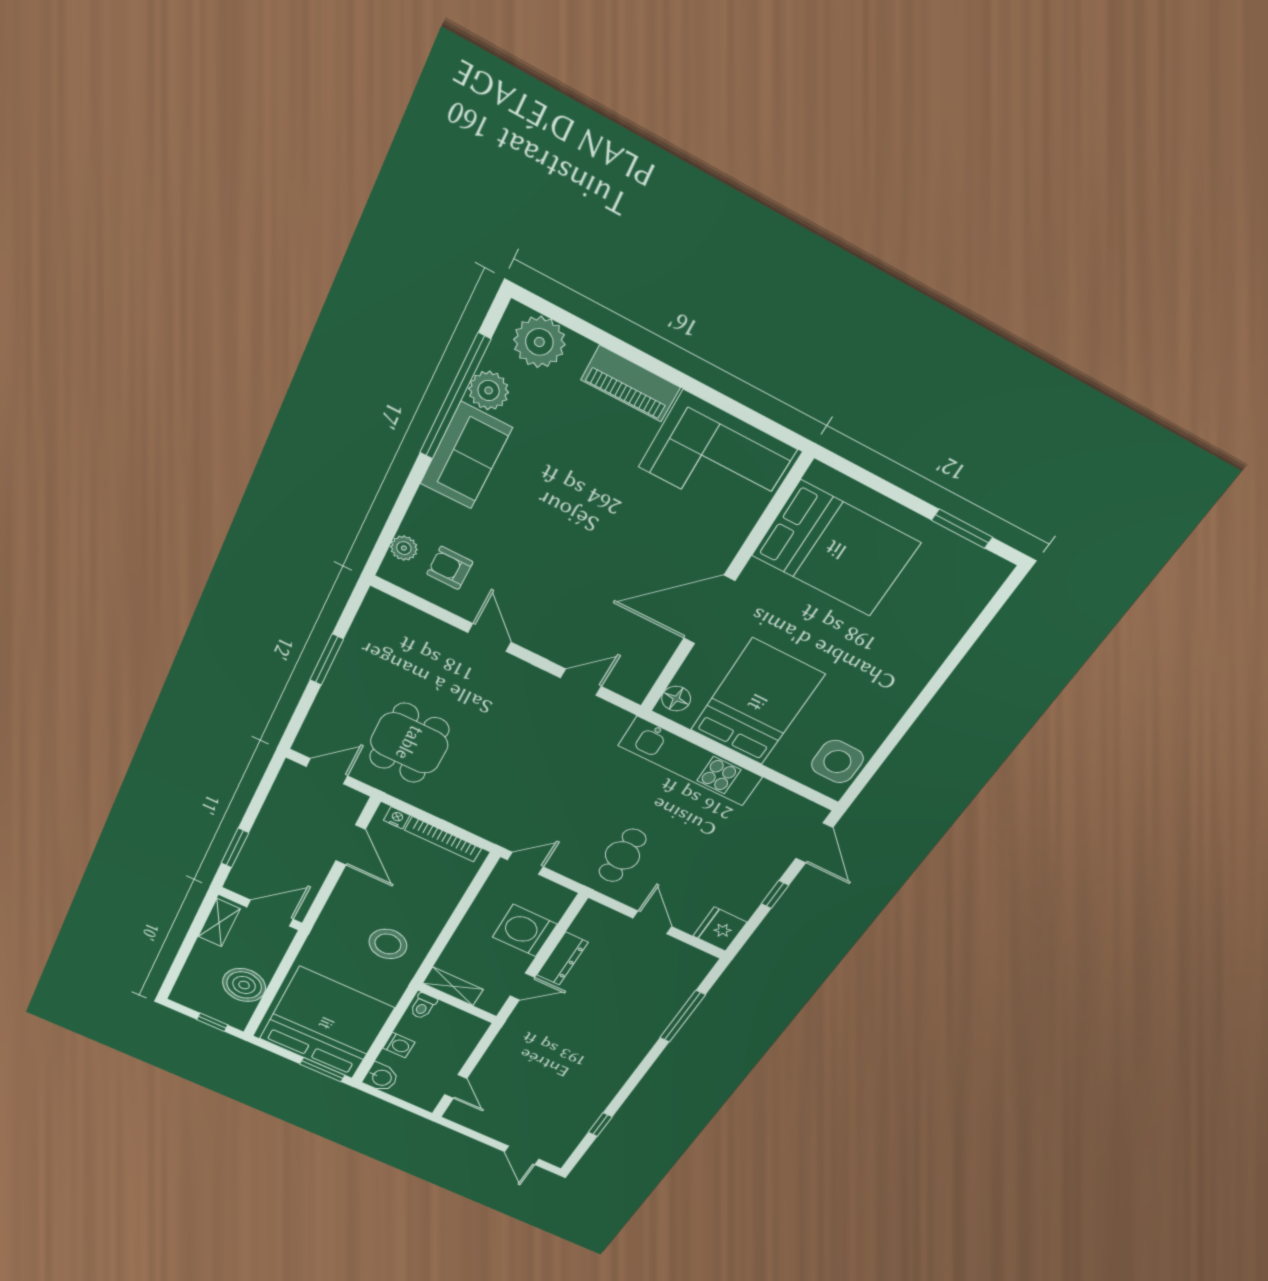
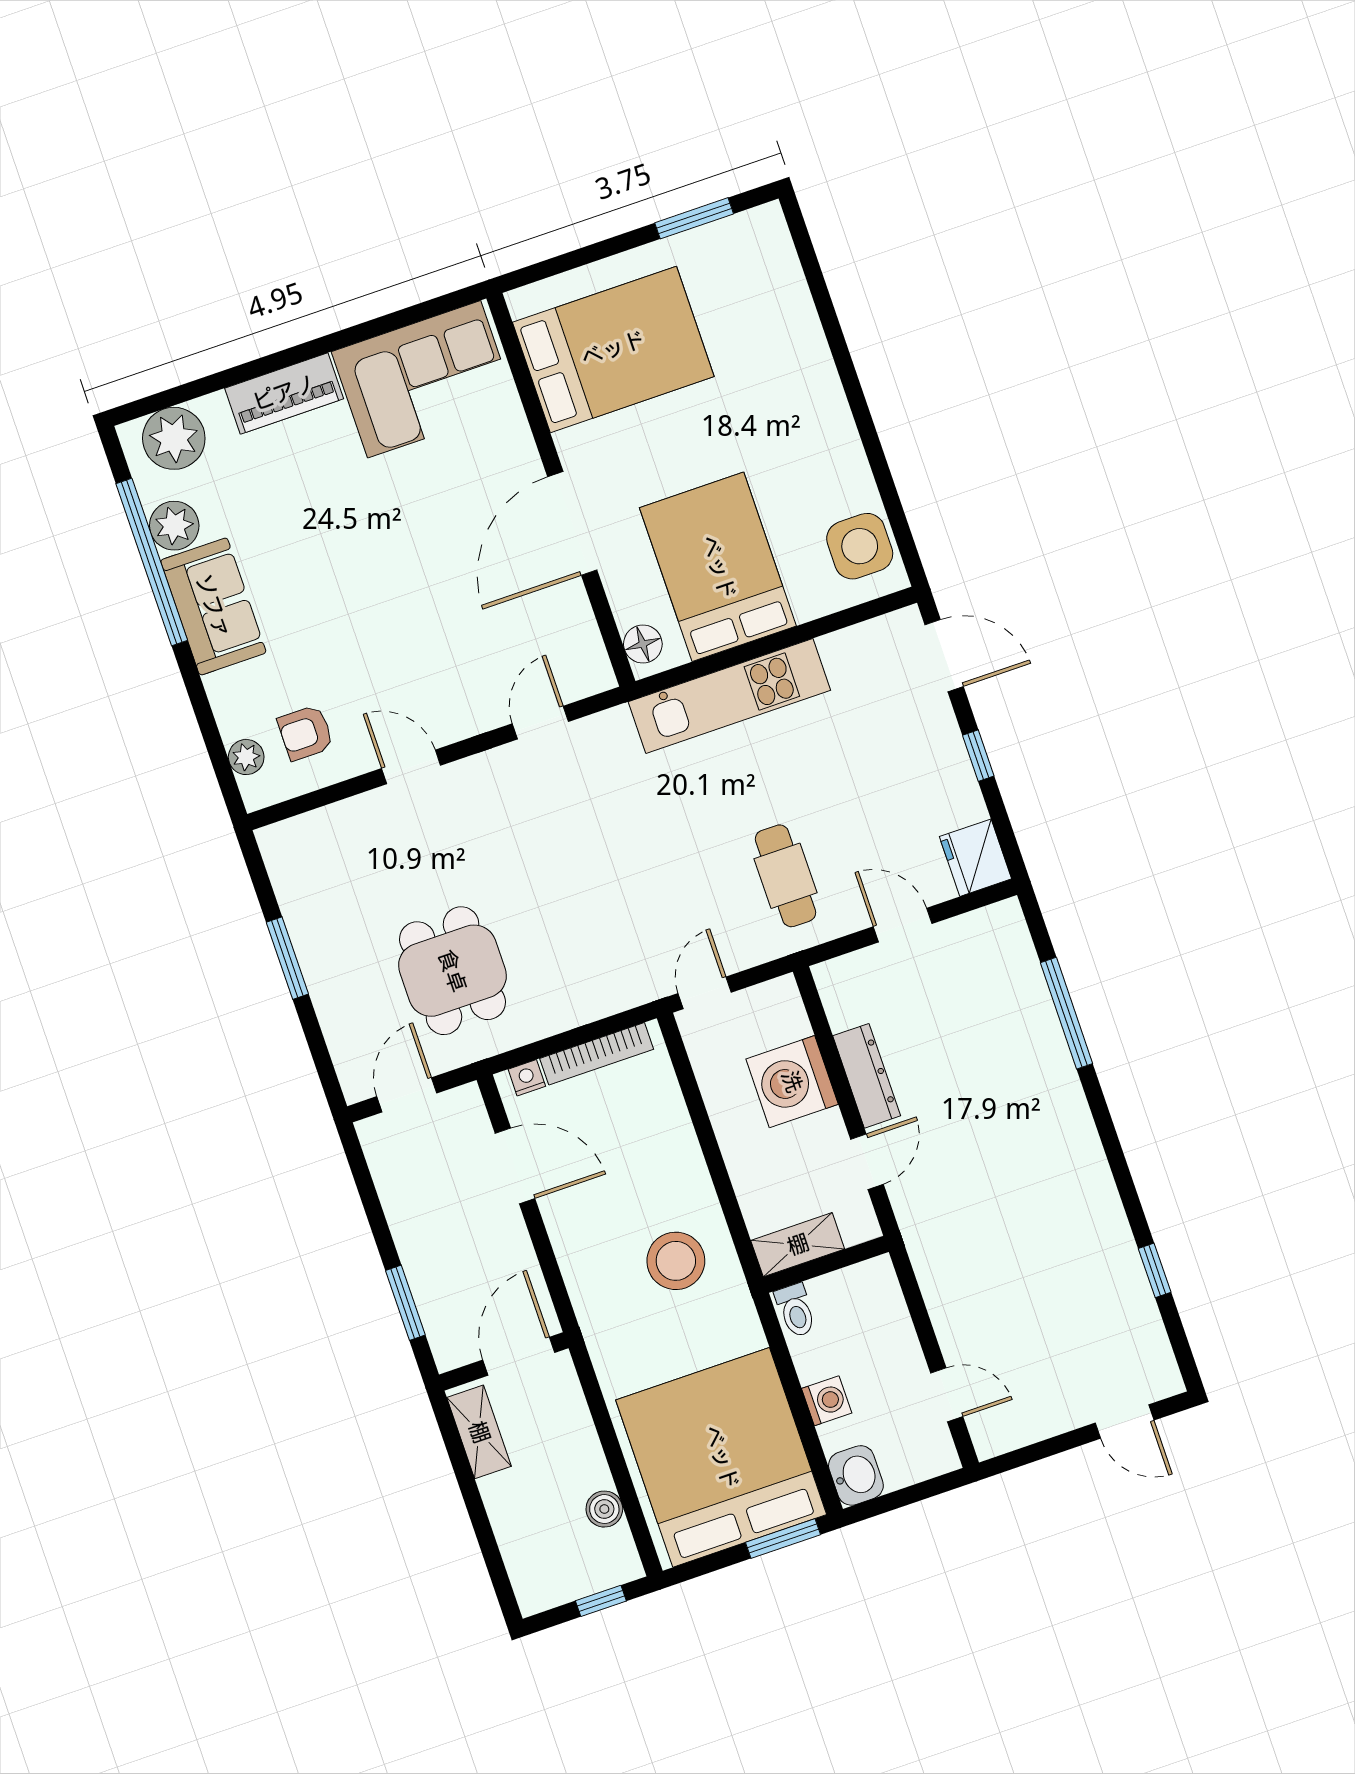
boiler: (244, 985) -> (604, 1509), width x0.54, depth x0.54

